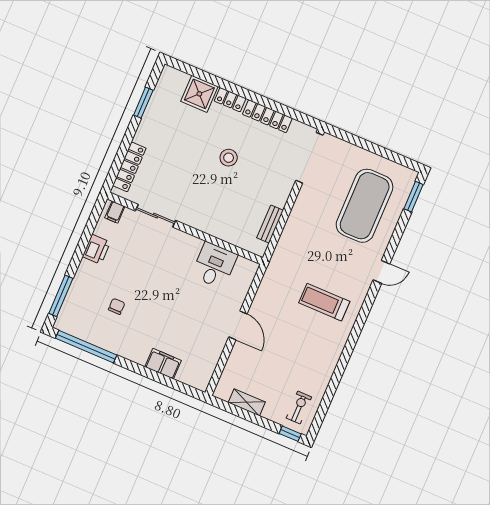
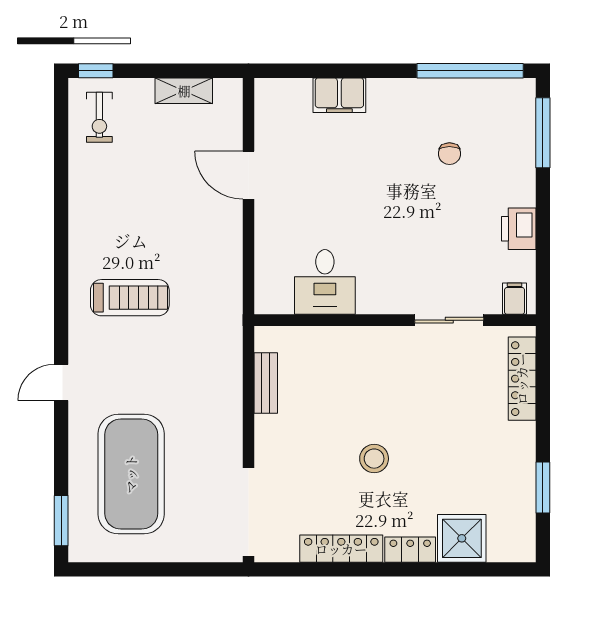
door: (238, 325) -> (249, 175), moved

